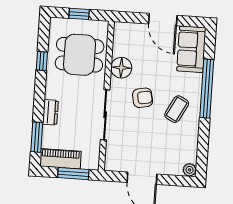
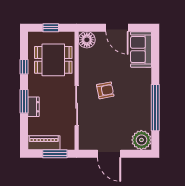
floor lamp: (121, 68) -> (87, 40), moved
window: (207, 89) -> (155, 108), moved
coffee table: (177, 109) -> (133, 97), removed
window: (37, 137) -> (24, 101), moved
plant: (190, 170) -> (141, 140), width x1.87, depth x1.87

